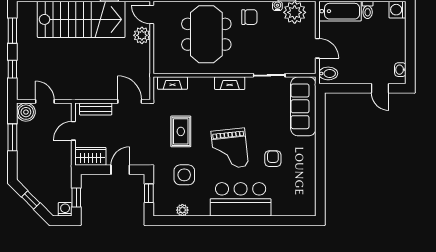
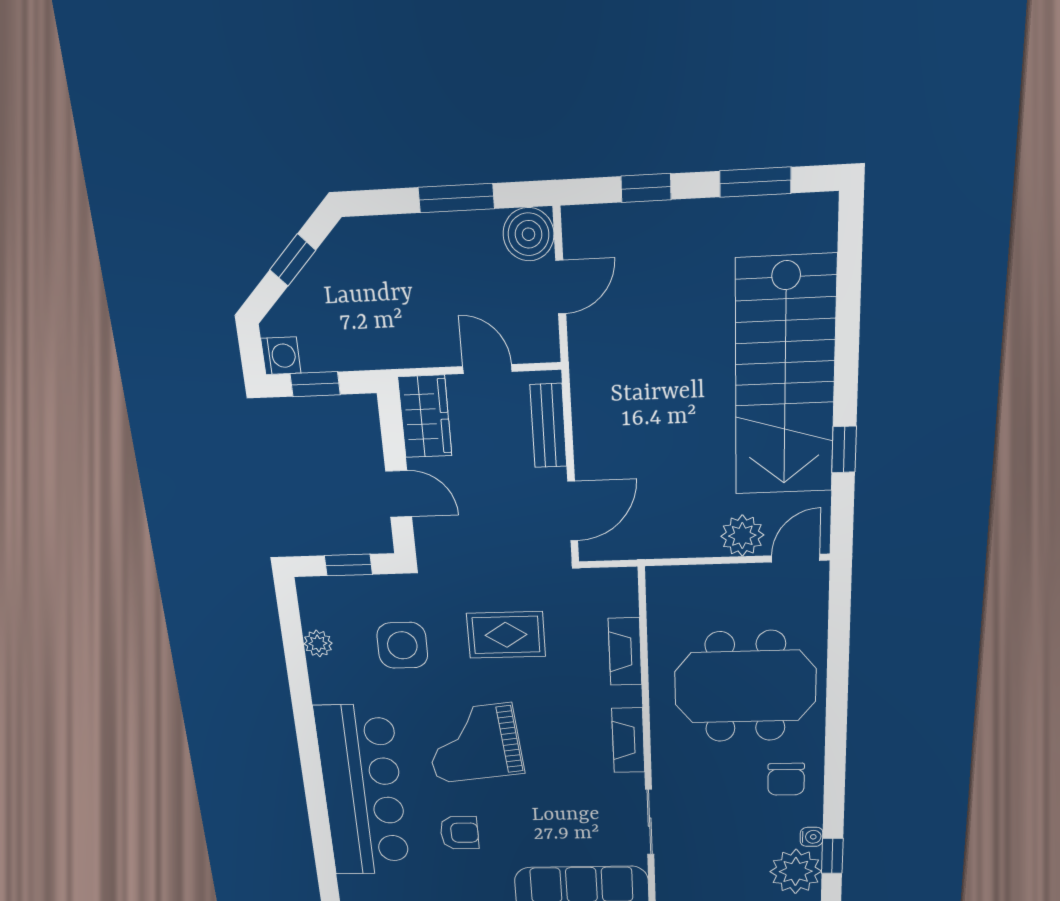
fireplace: (172, 83) -> (625, 652), moved
bar counter: (241, 199) -> (363, 791), width x1.36

